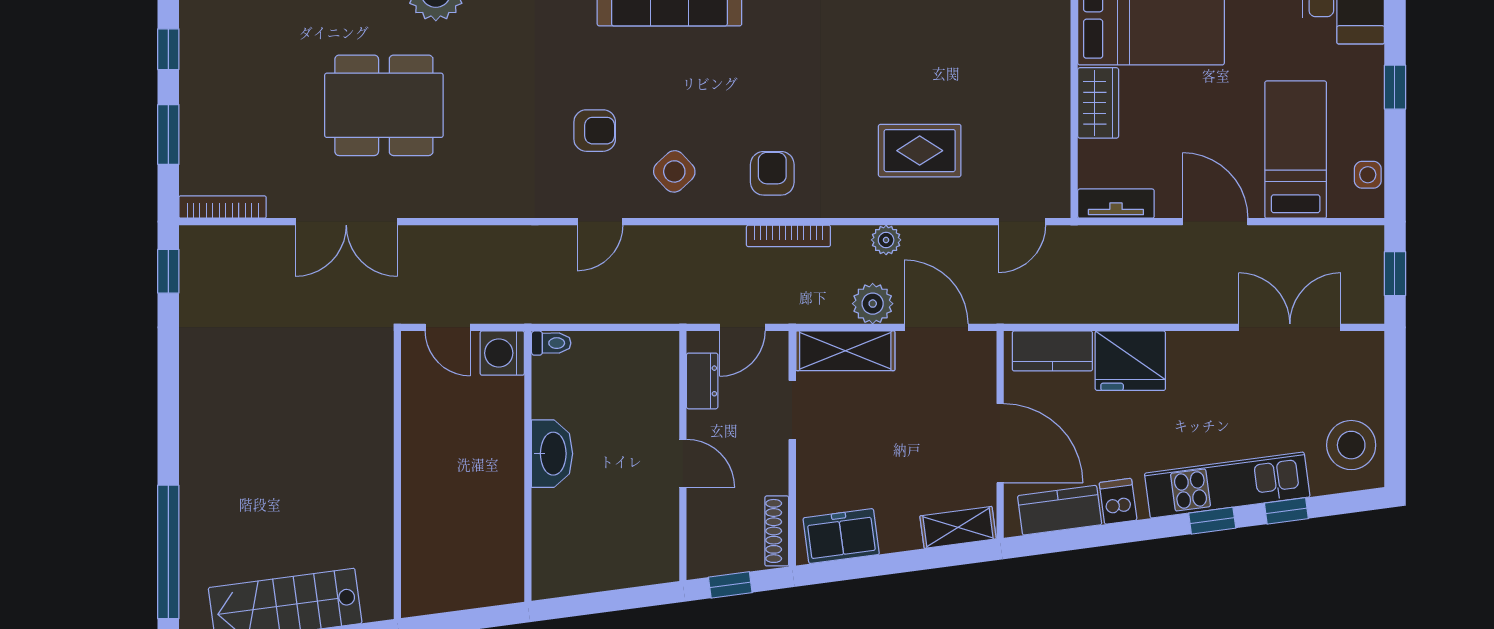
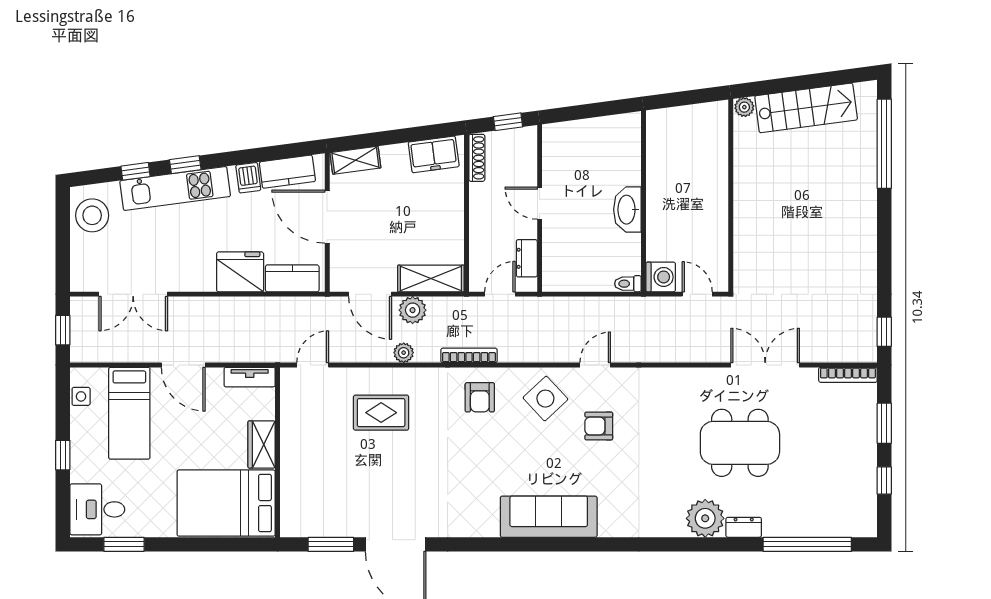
side table: (674, 171) -> (545, 399), width x1.37, depth x1.37
doorway: (792, 410) -> (466, 239), removed
plant: (377, 607) -> (744, 107), added

